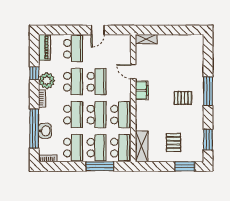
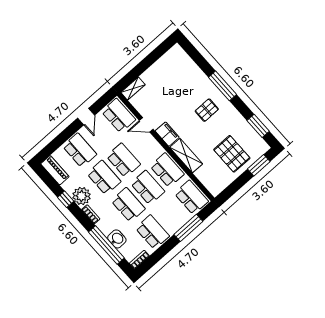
pallet: (174, 143) -> (232, 154), width x1.50, depth x1.42
shelving: (142, 146) -> (186, 156), moved
school desk: (97, 148) -> (119, 116), moved

